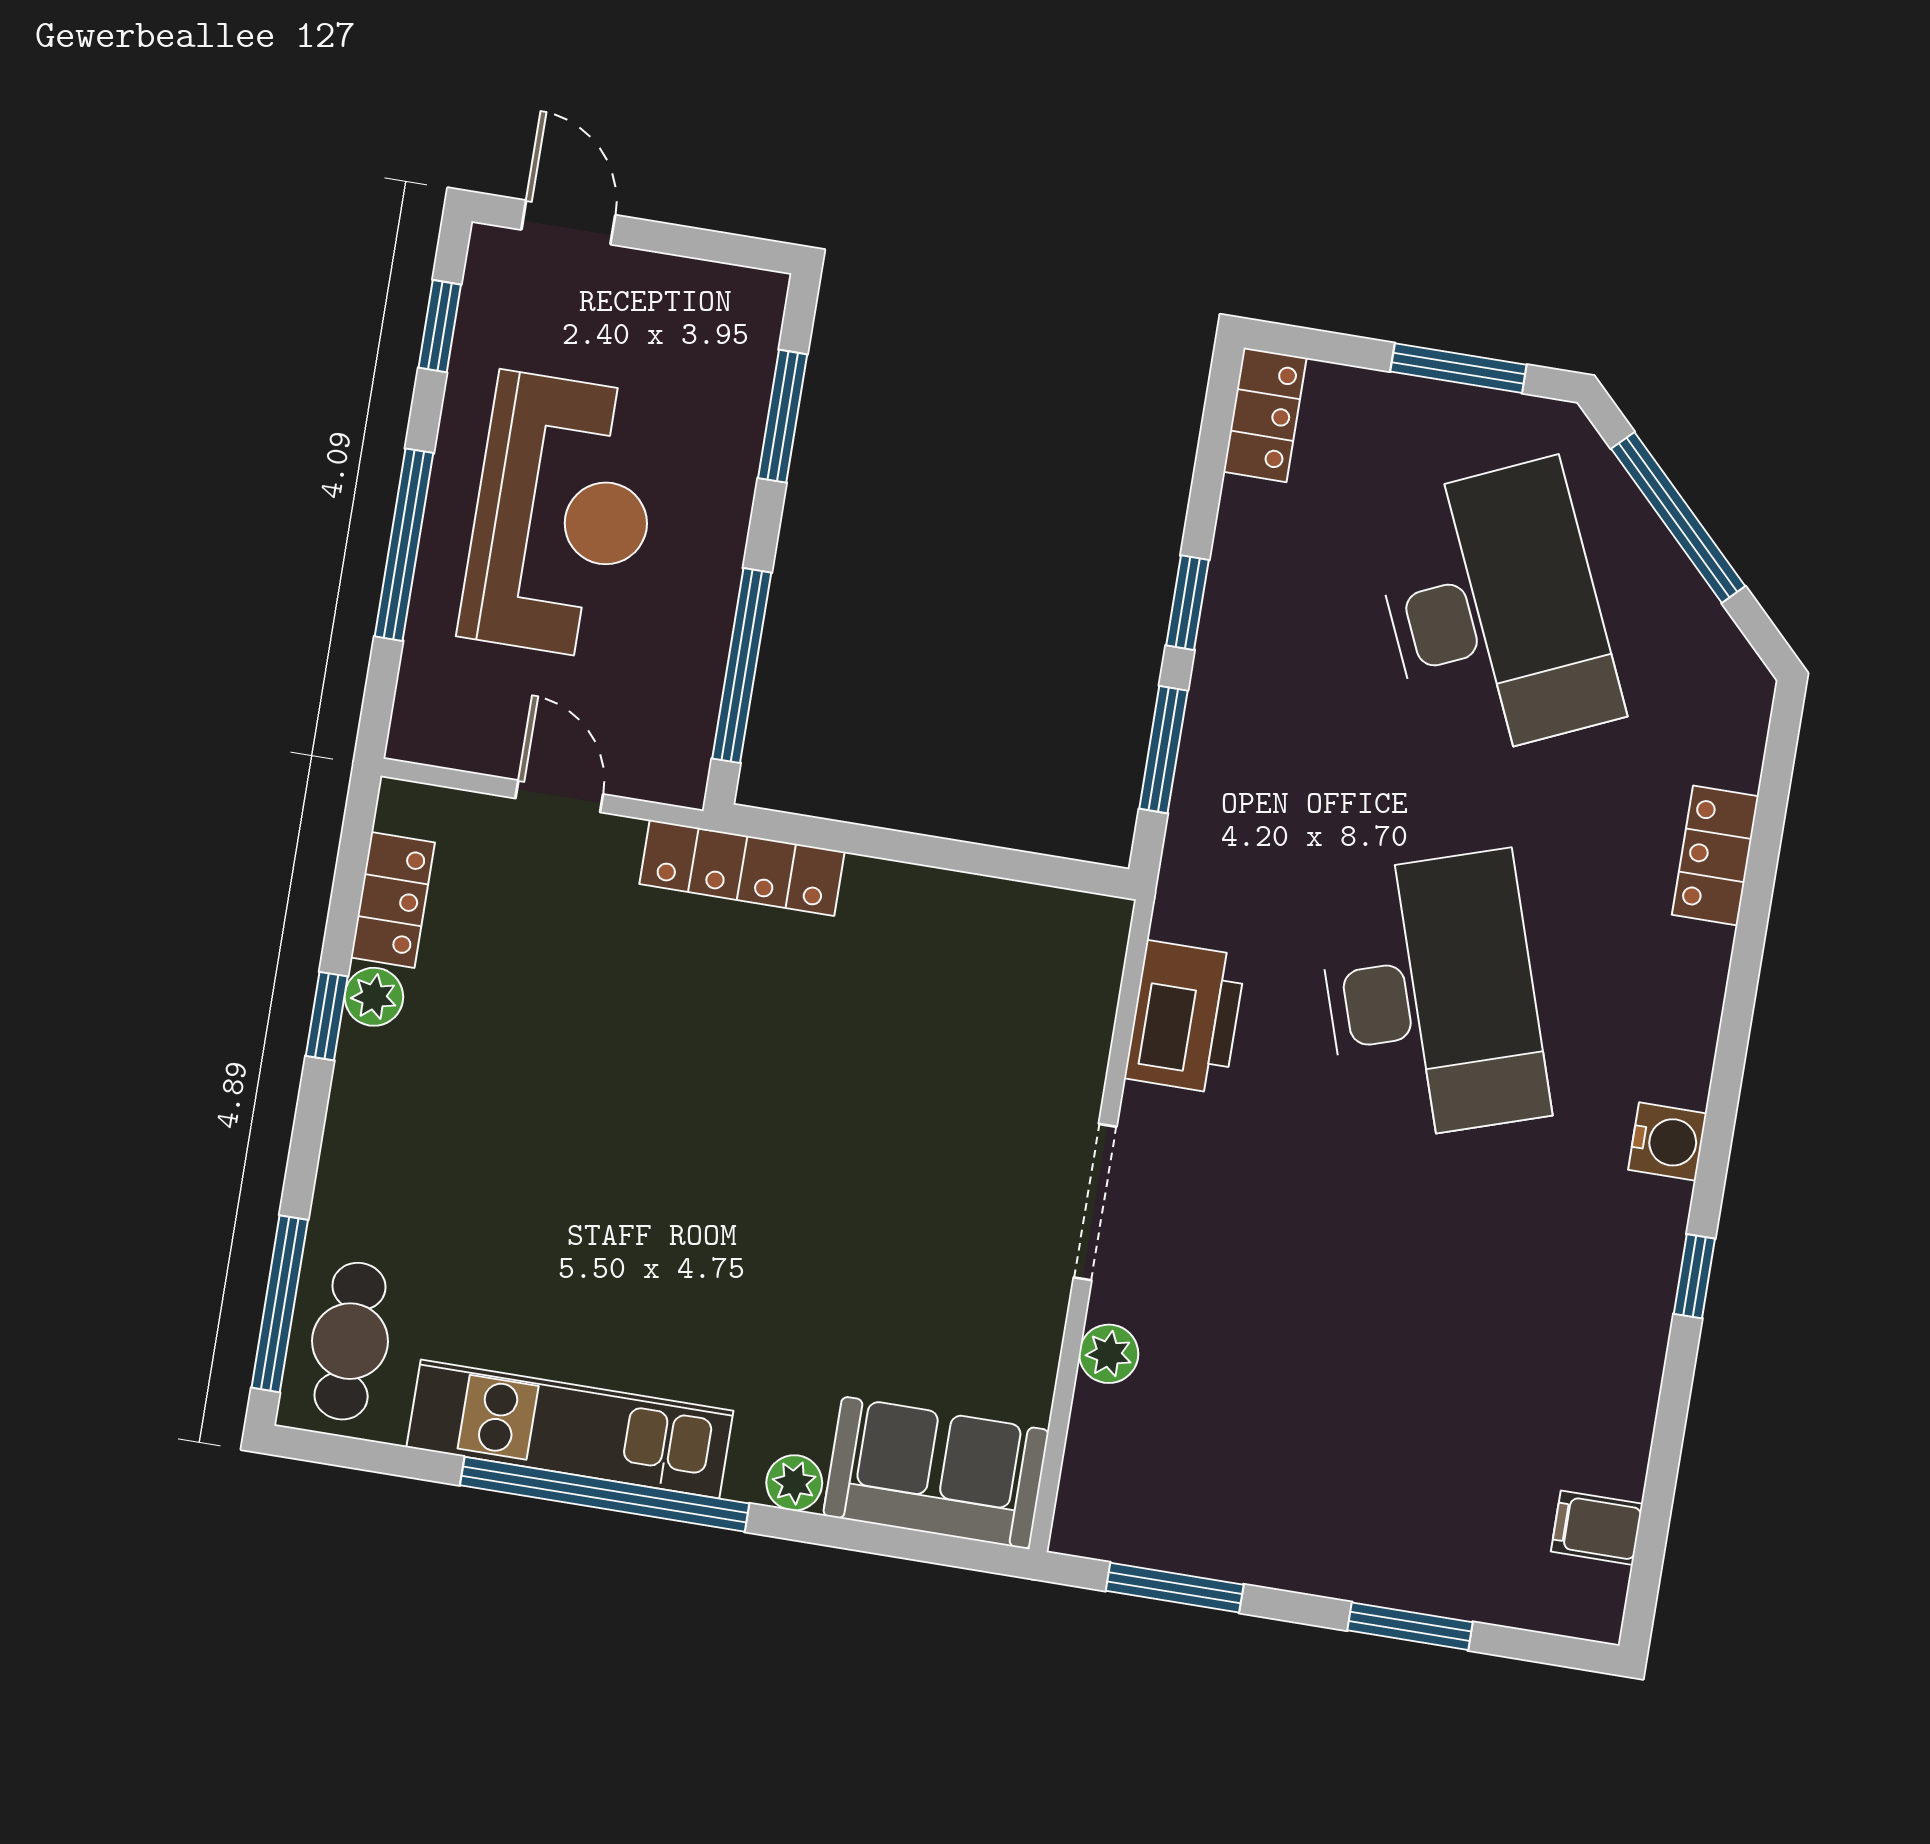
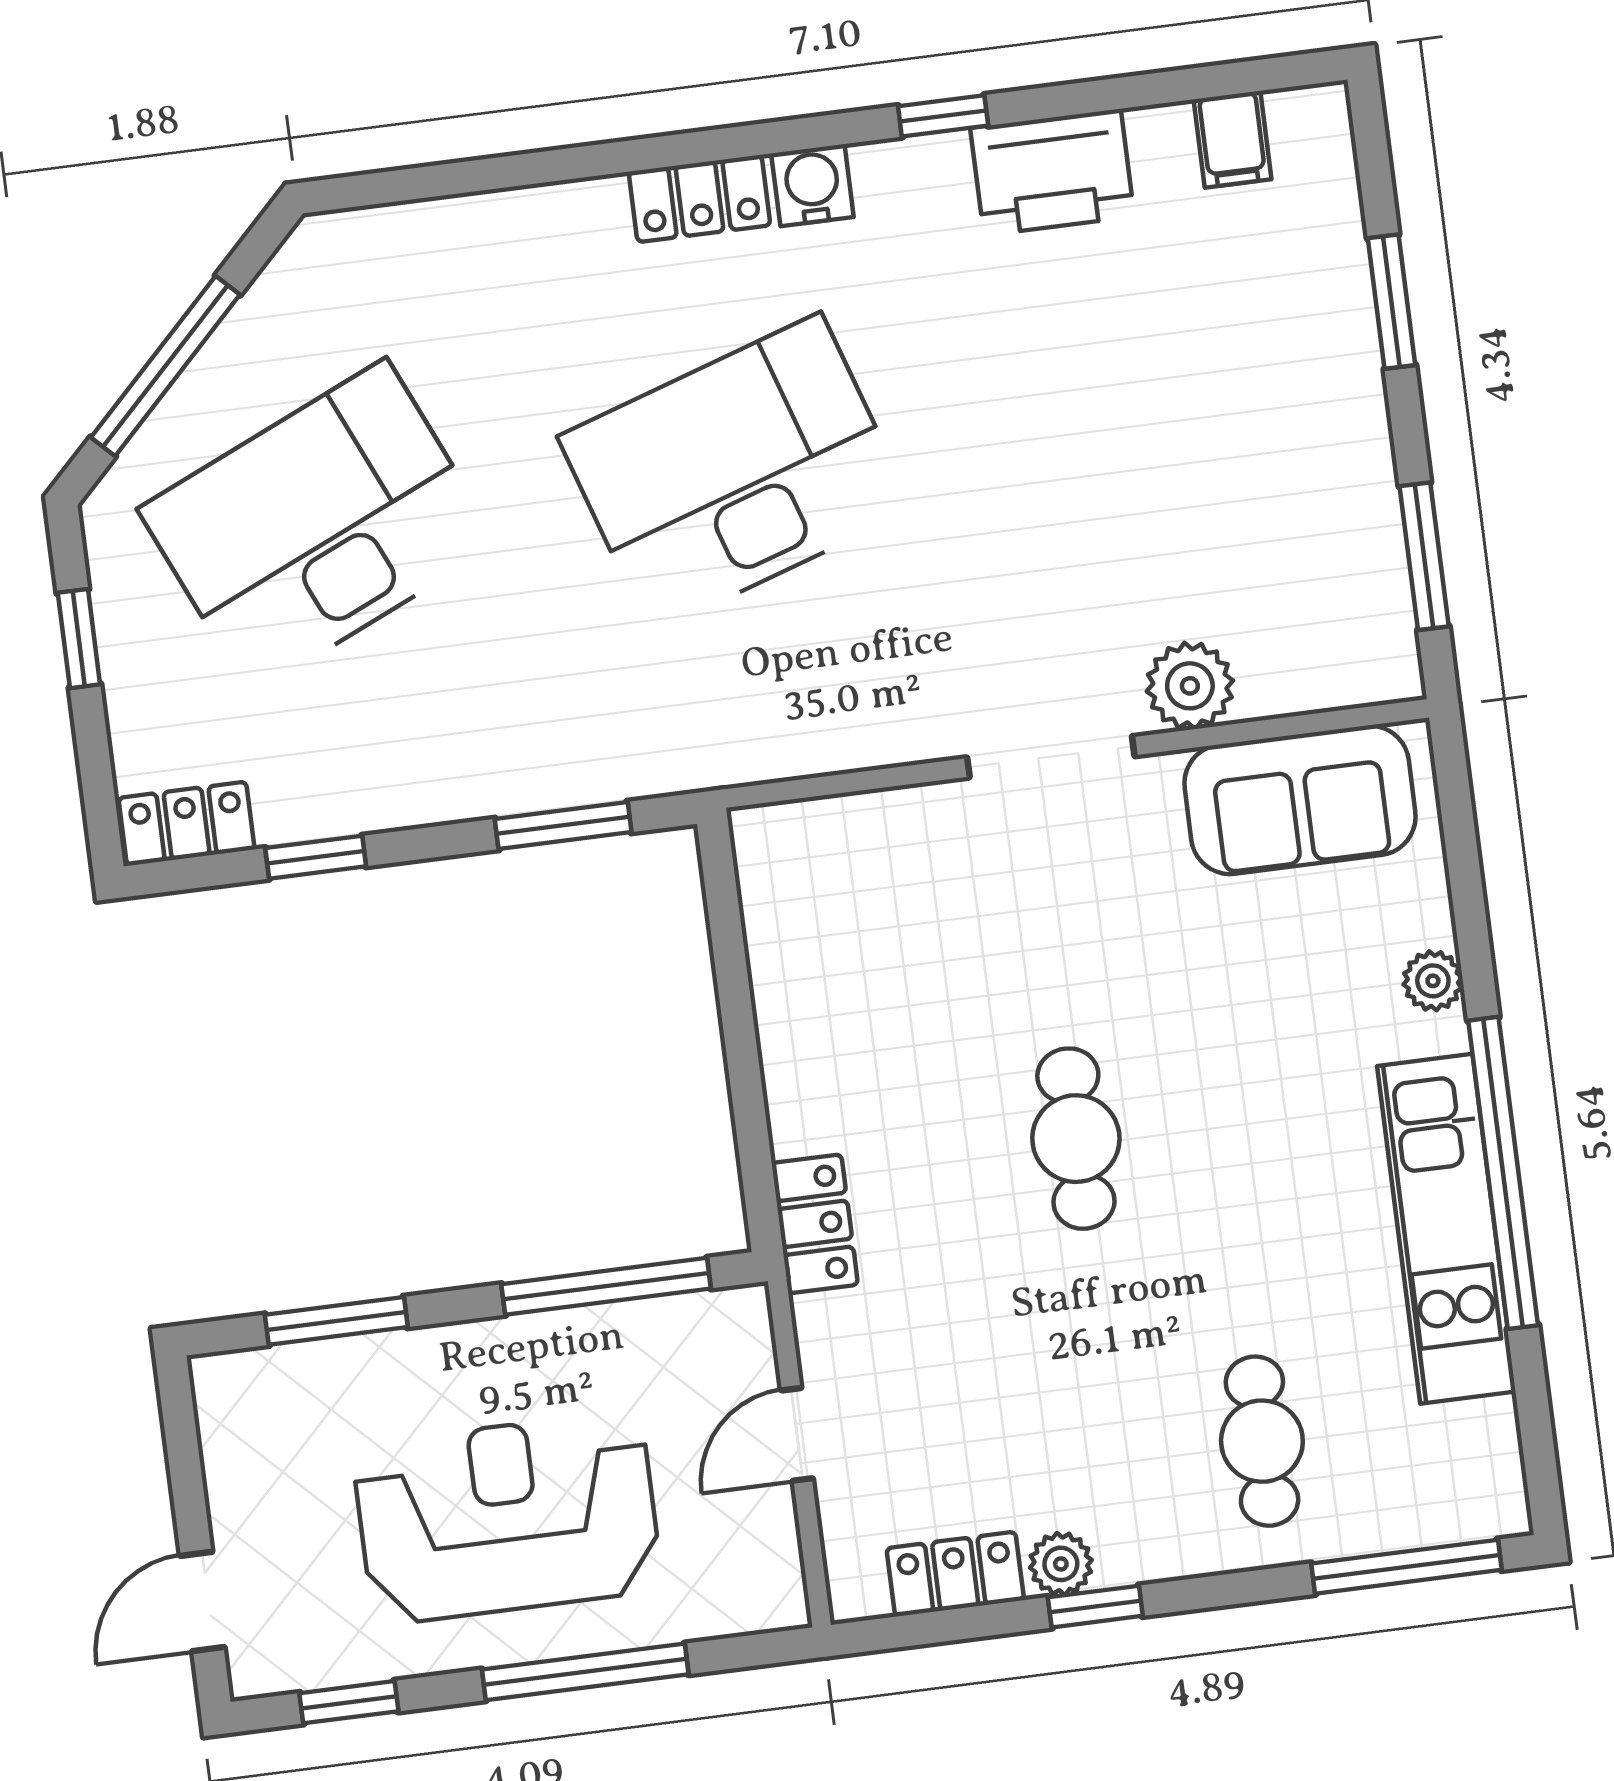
window: (1458, 368) -> (79, 639), width x0.67
window: (1188, 603) -> (316, 857), moved
locker: (1715, 855) -> (700, 199), moved
locker: (742, 868) -> (815, 1224), width x0.66
printer: (1185, 1017) -> (1052, 172), moved, turned 180
cafe table: (749, 1123) -> (1076, 1139), added
cafe table: (350, 1341) -> (1262, 1441), moved, turned 90
plant: (1109, 1354) -> (1190, 686), width x1.38, depth x1.38
sofa: (936, 1473) -> (1300, 800), moved, turned -90

